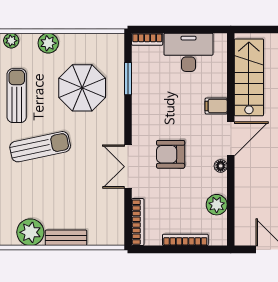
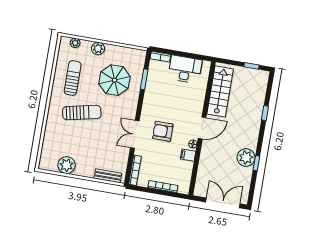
filing cabinet: (216, 106) -> (188, 155), moved
plant: (217, 205) -> (186, 168), removed
bench: (66, 238) -> (108, 176), moved

